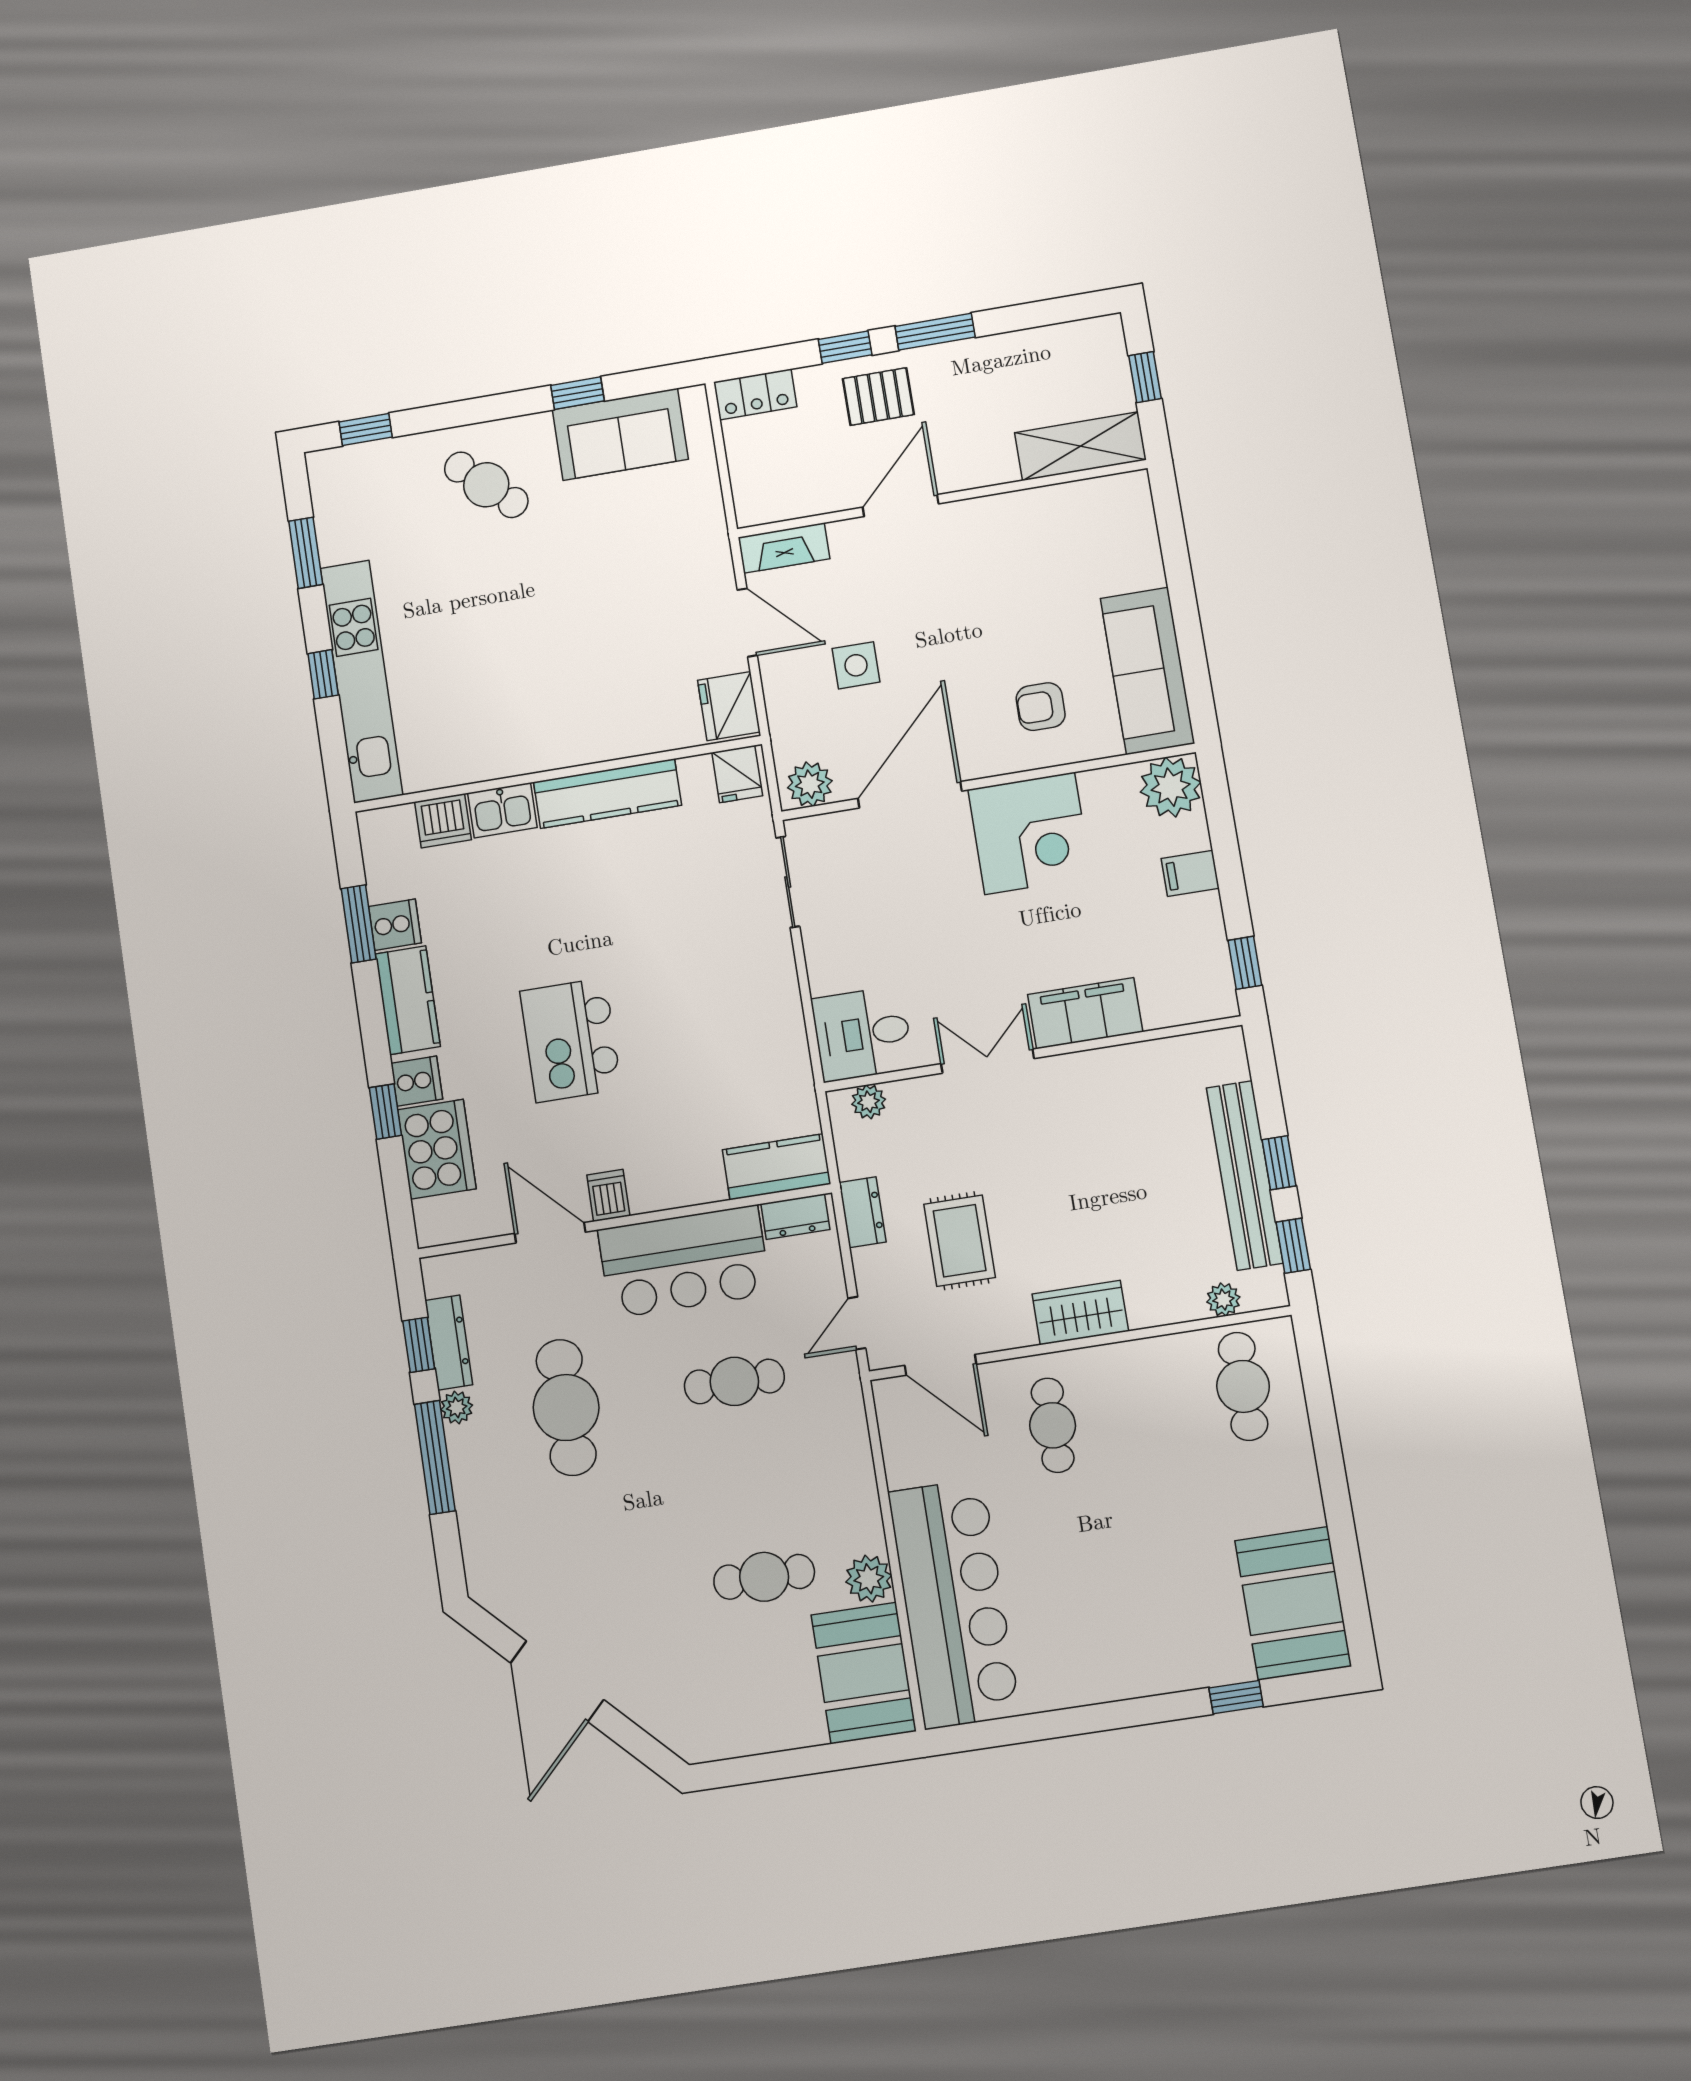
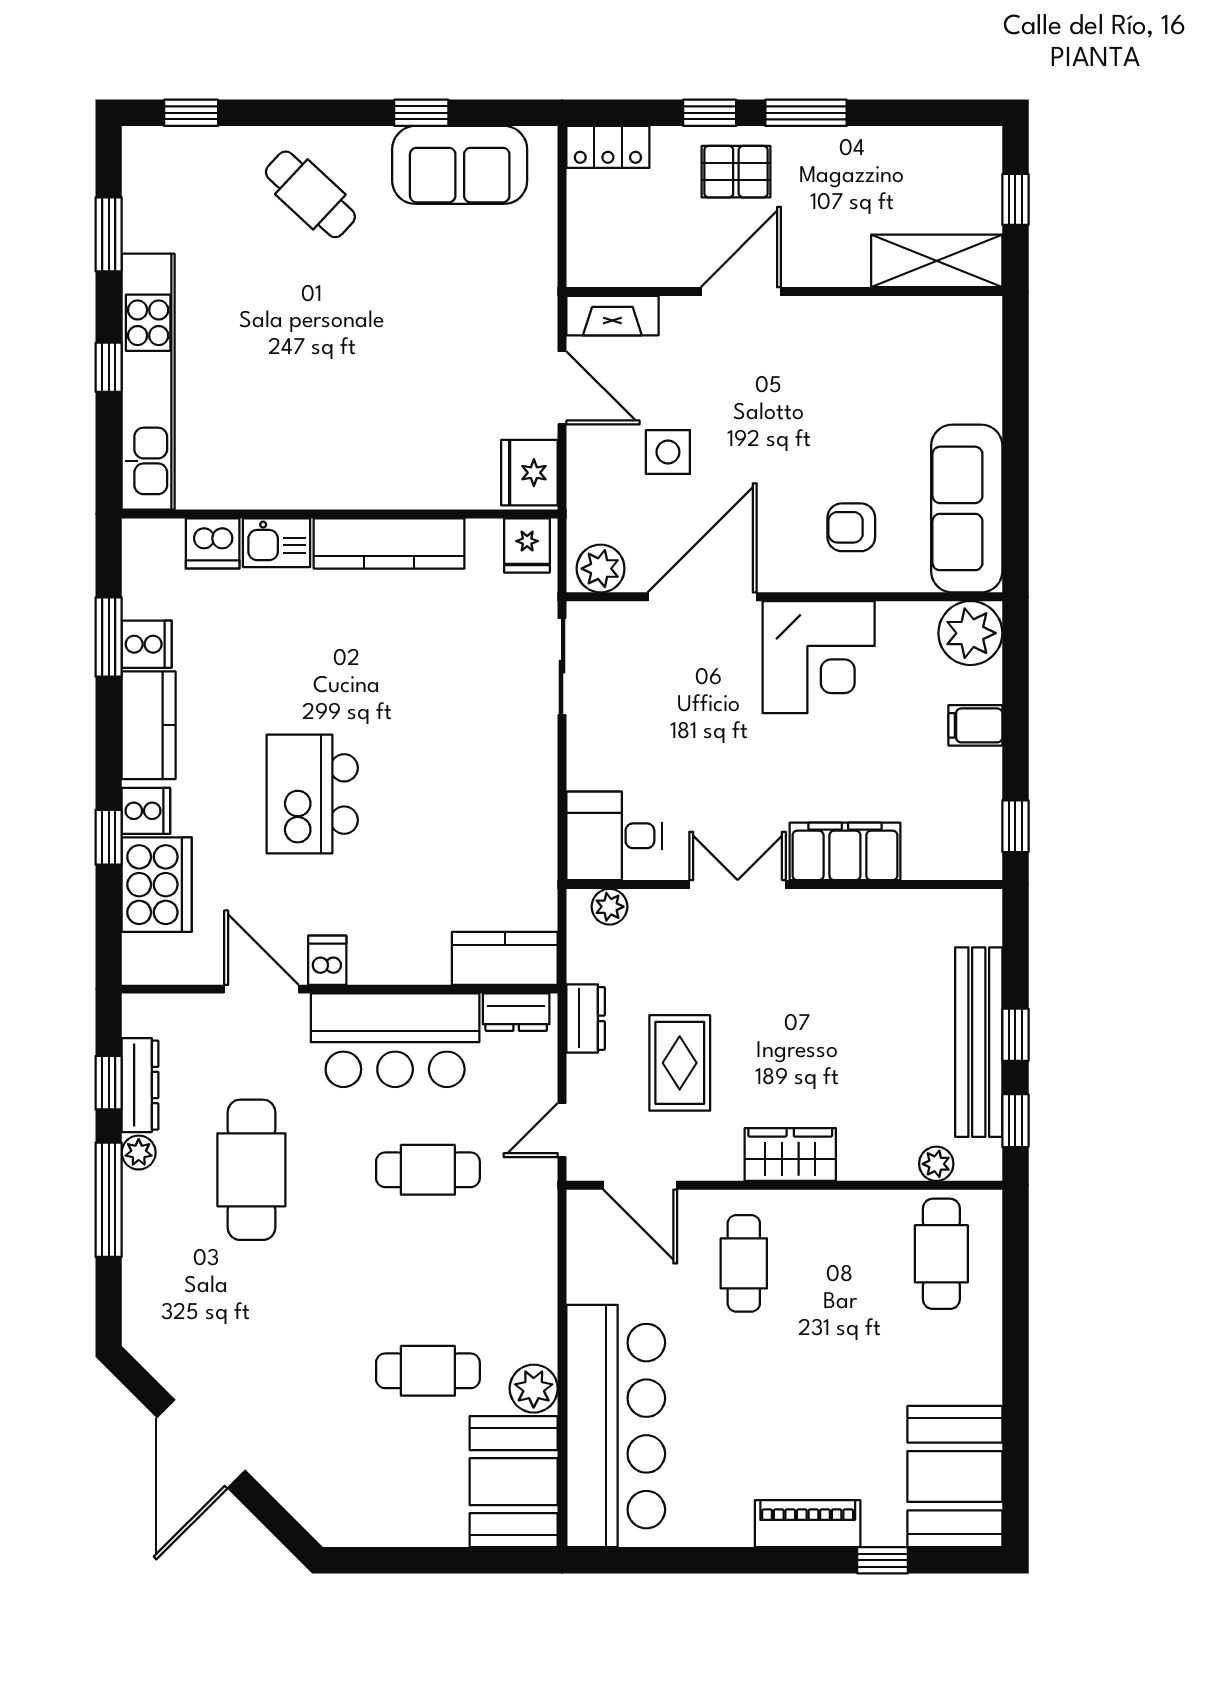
piano: (1157, 1672) -> (808, 1524), added

